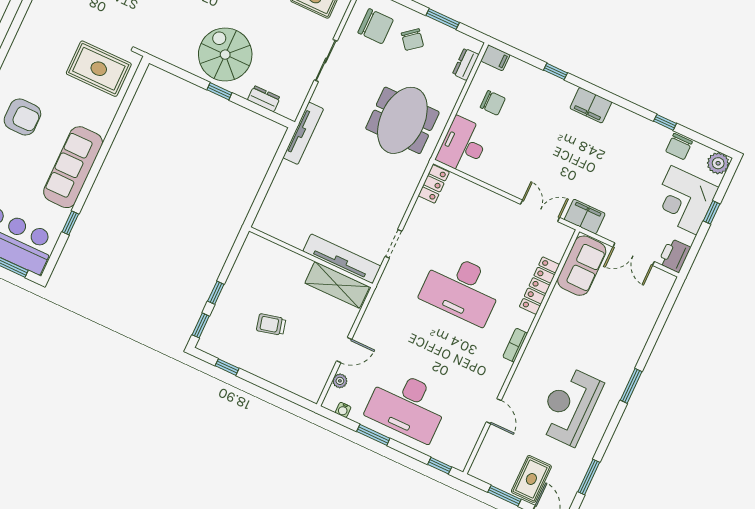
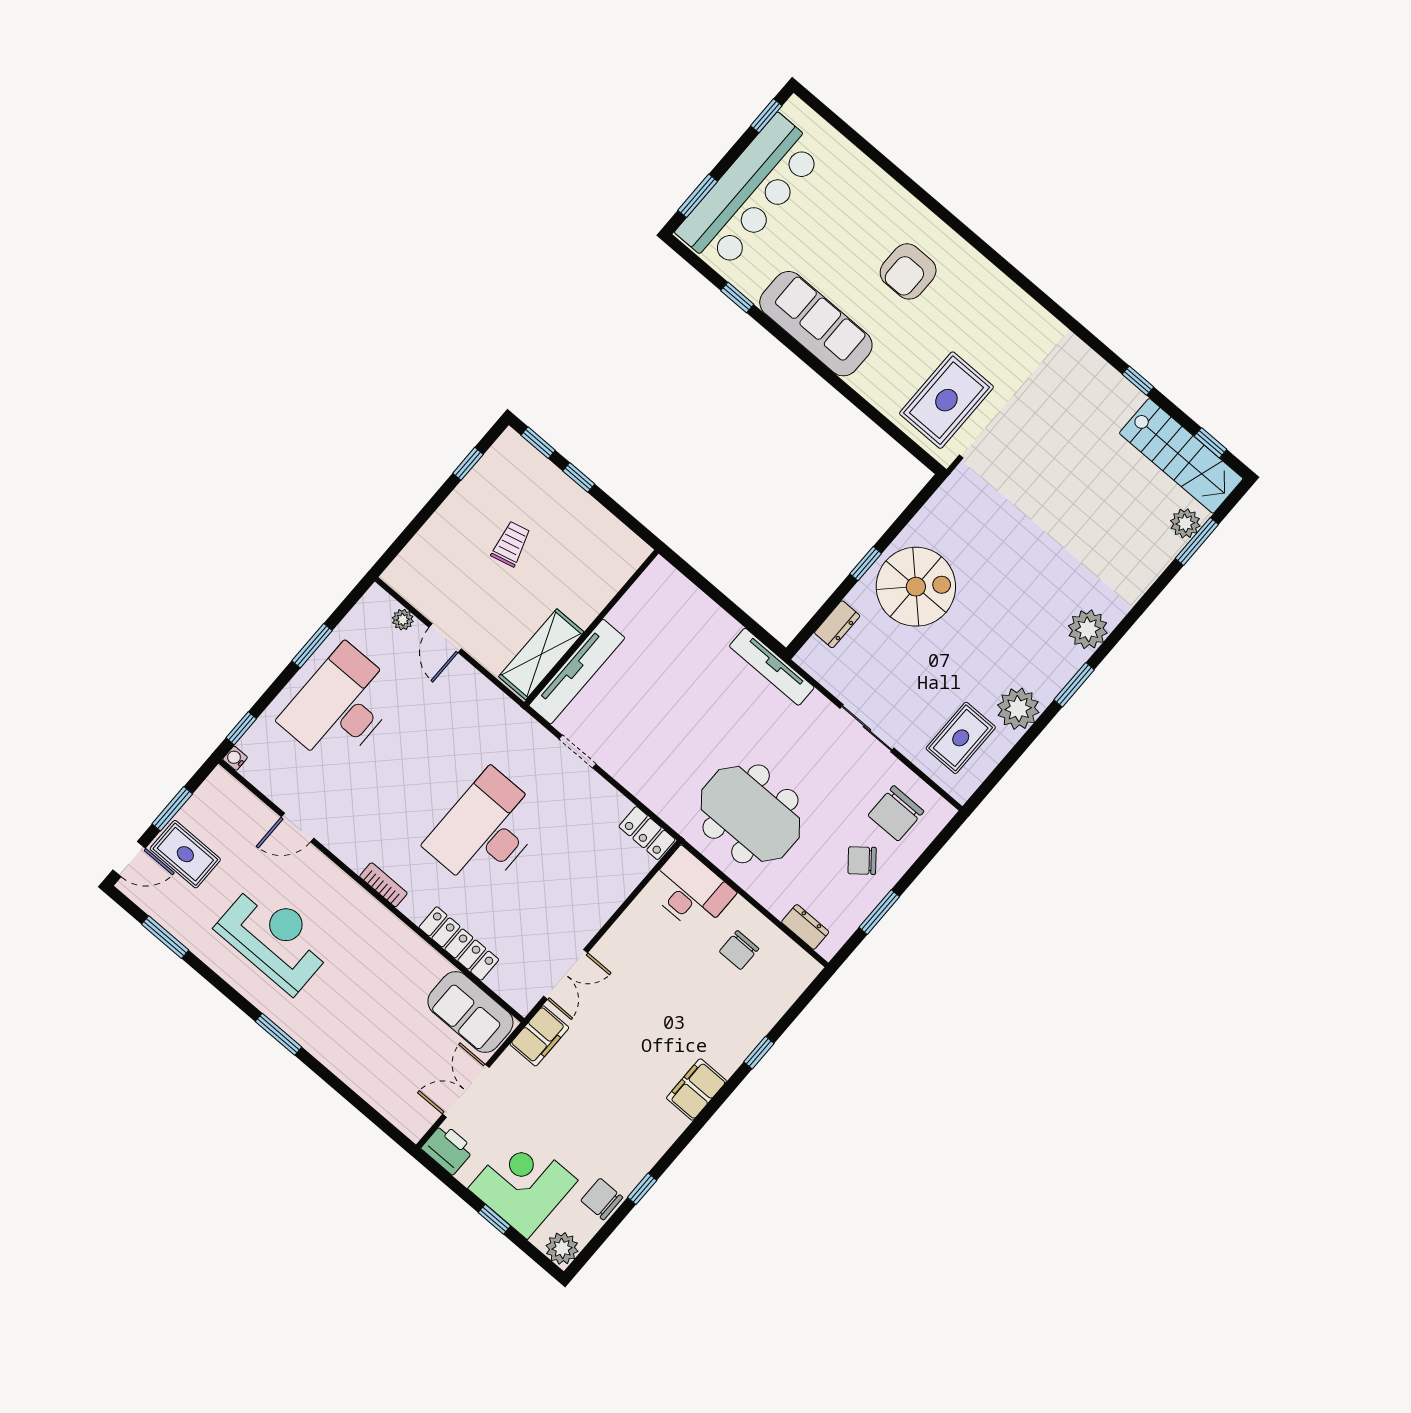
filing cabinet: (495, 58) -> (803, 972), removed
water cooler: (343, 410) -> (235, 758), moved

